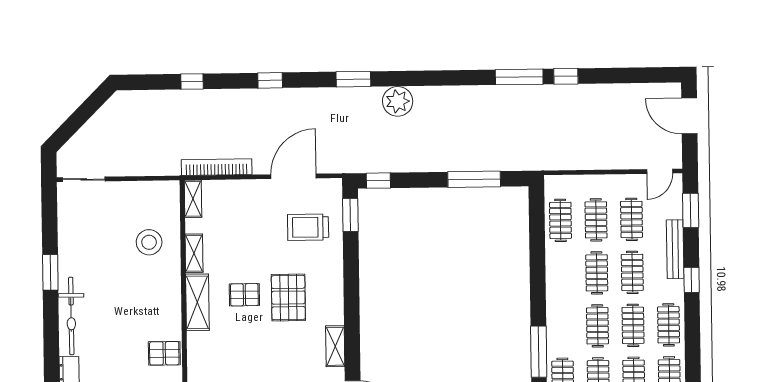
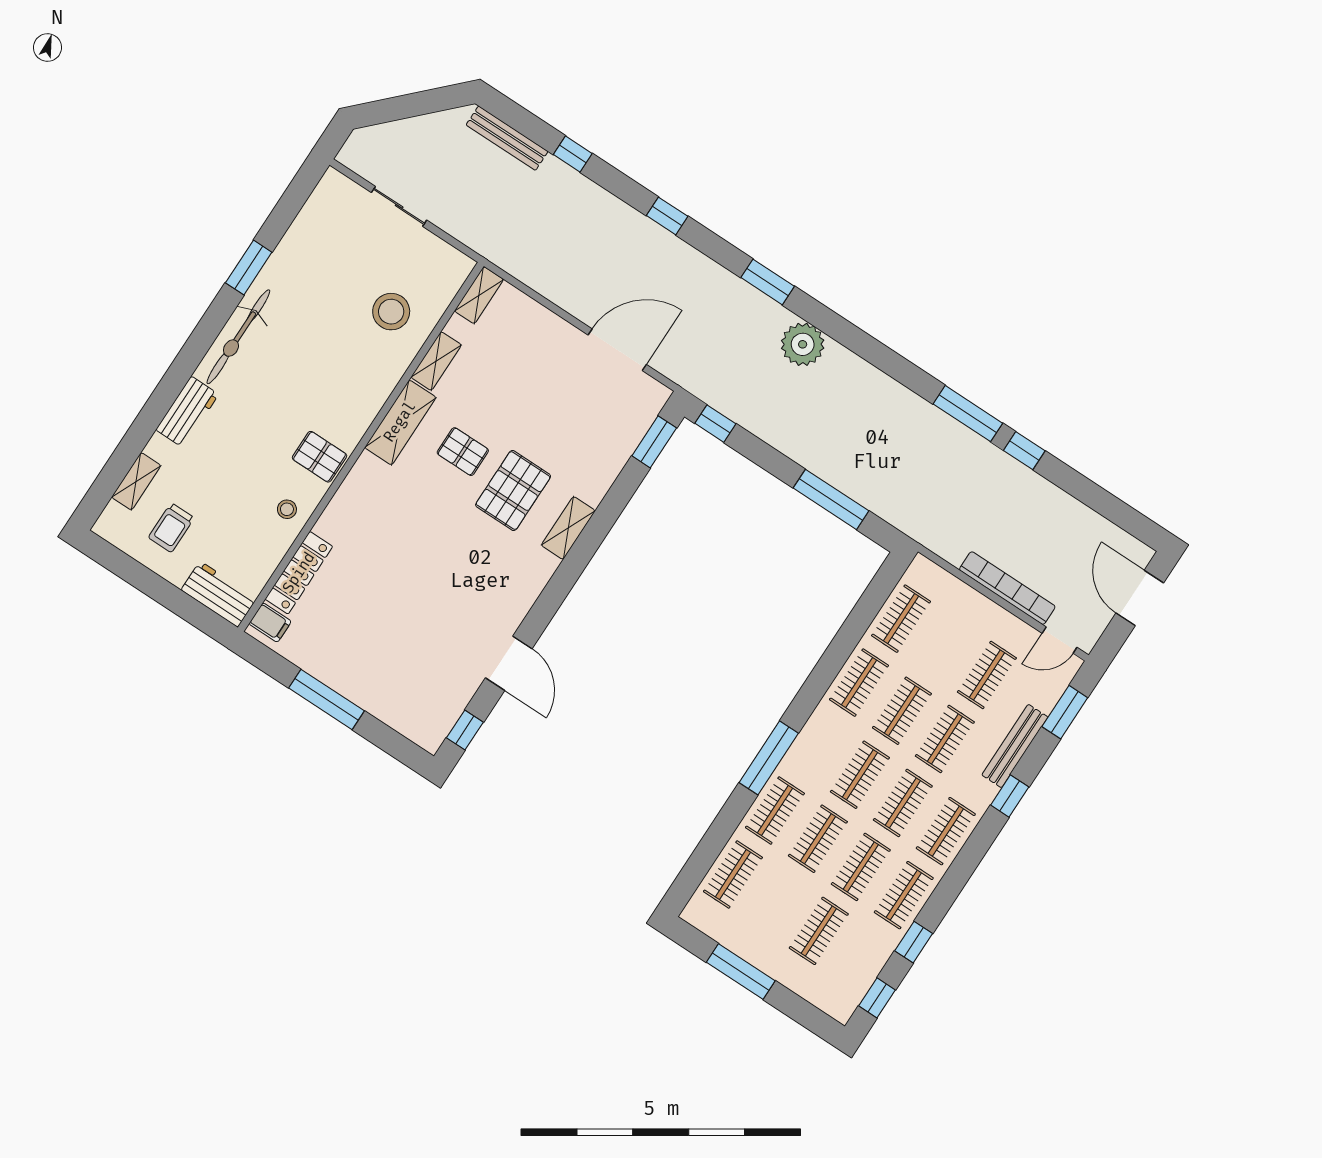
bench: (148, 98) -> (507, 138), added
bookcase: (217, 167) -> (1007, 588), moved
sliding door: (84, 179) -> (399, 206), moved
clothes rail: (596, 220) -> (859, 683), moved
trolley: (308, 227) -> (594, 422), removed
shelving: (335, 346) -> (568, 528), moved

